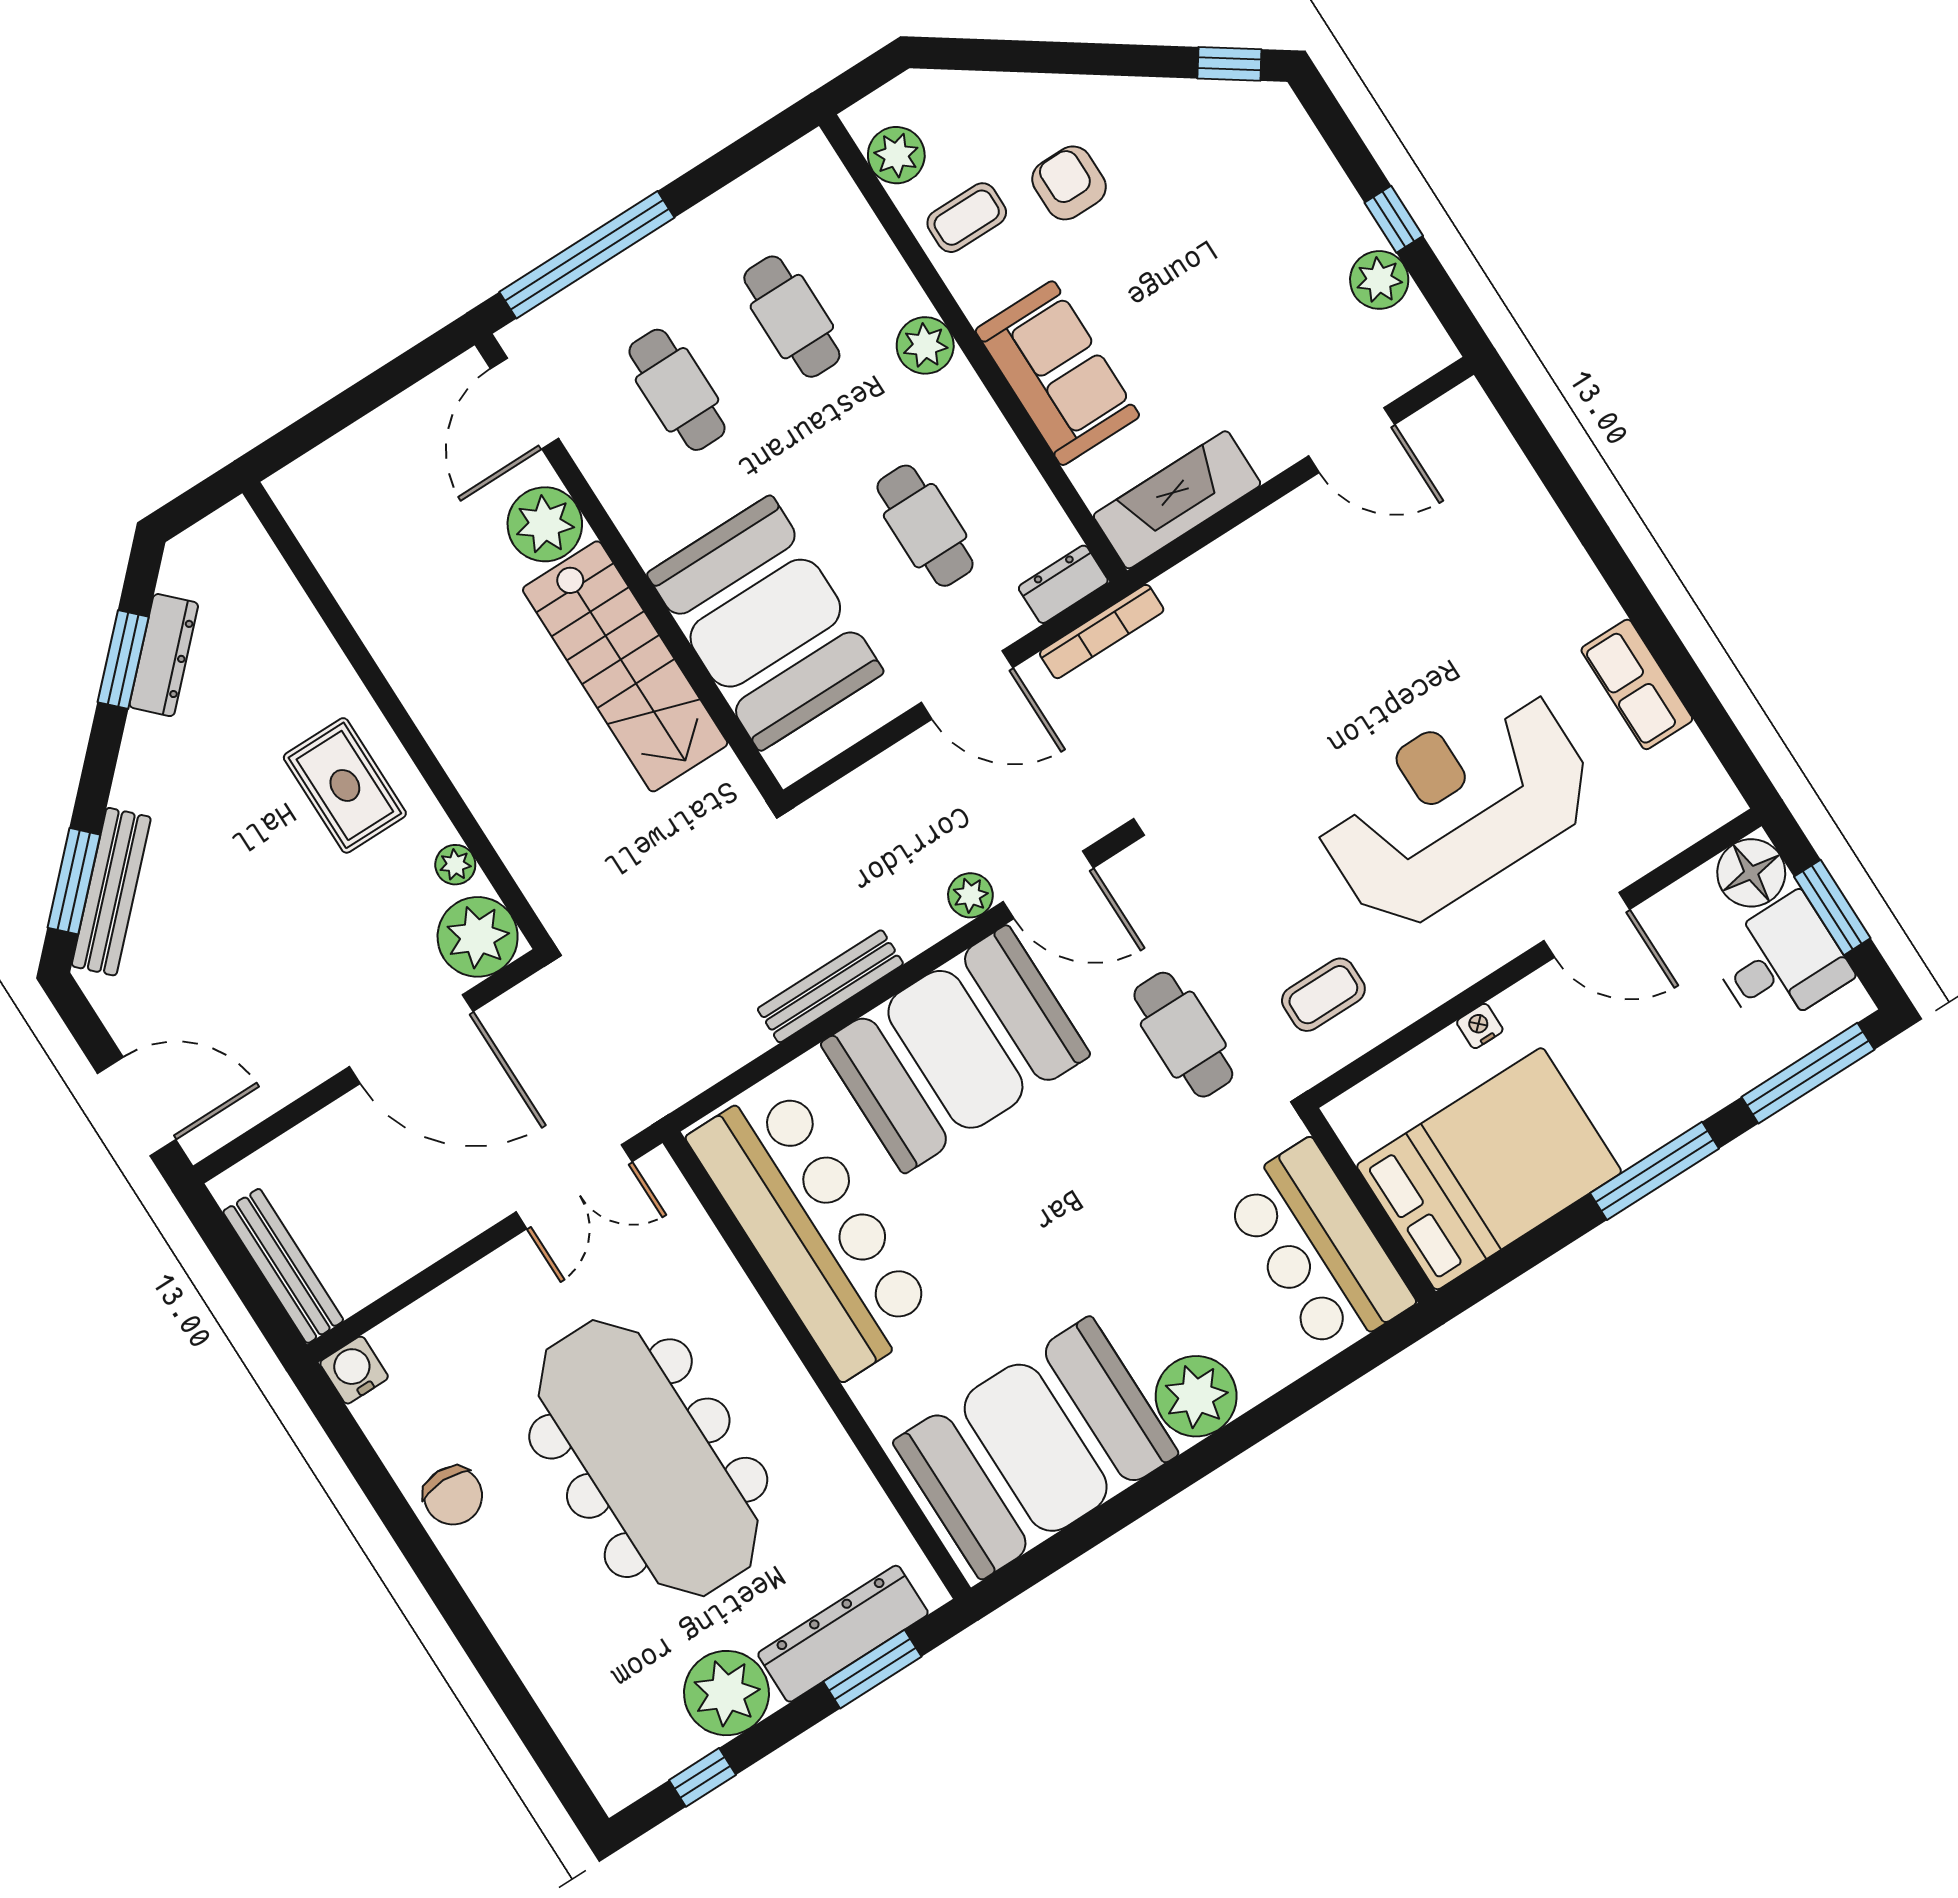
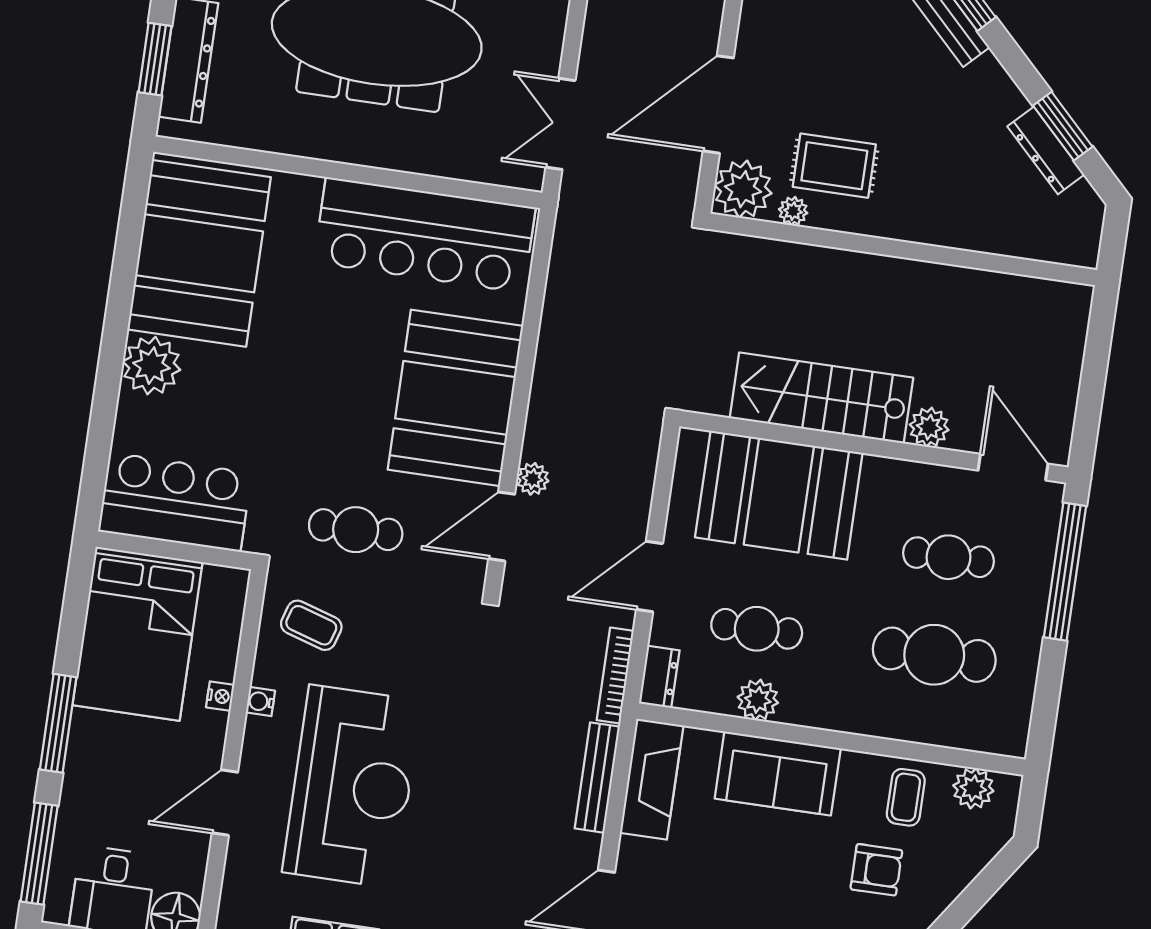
cafe table: (792, 317) -> (934, 655), width x1.37, depth x1.35
plant: (925, 345) -> (758, 700), moved
plant: (545, 524) -> (929, 427), width x0.73, depth x0.73
rug: (345, 785) -> (834, 166), moved
water cooler: (1449, 979) -> (260, 702), added
bench: (830, 986) -> (597, 778), moved
coffee table: (1323, 995) -> (311, 625), turned -73

